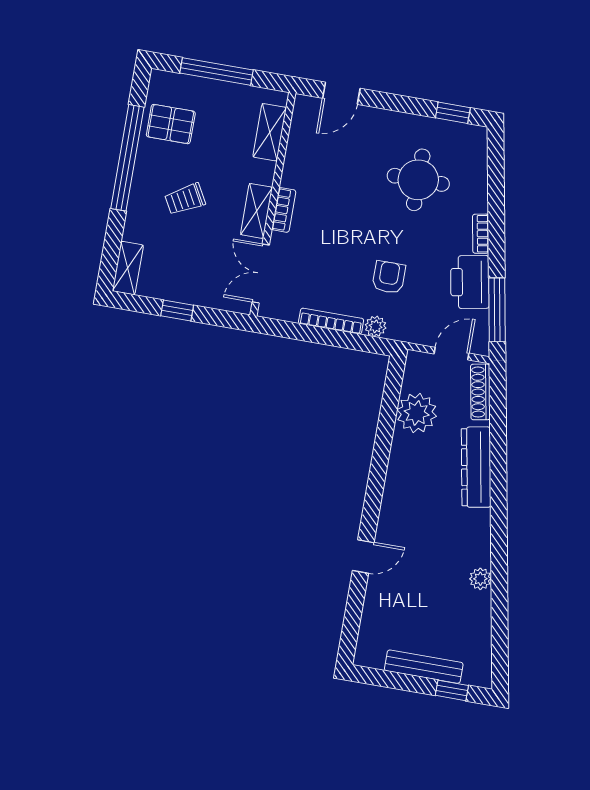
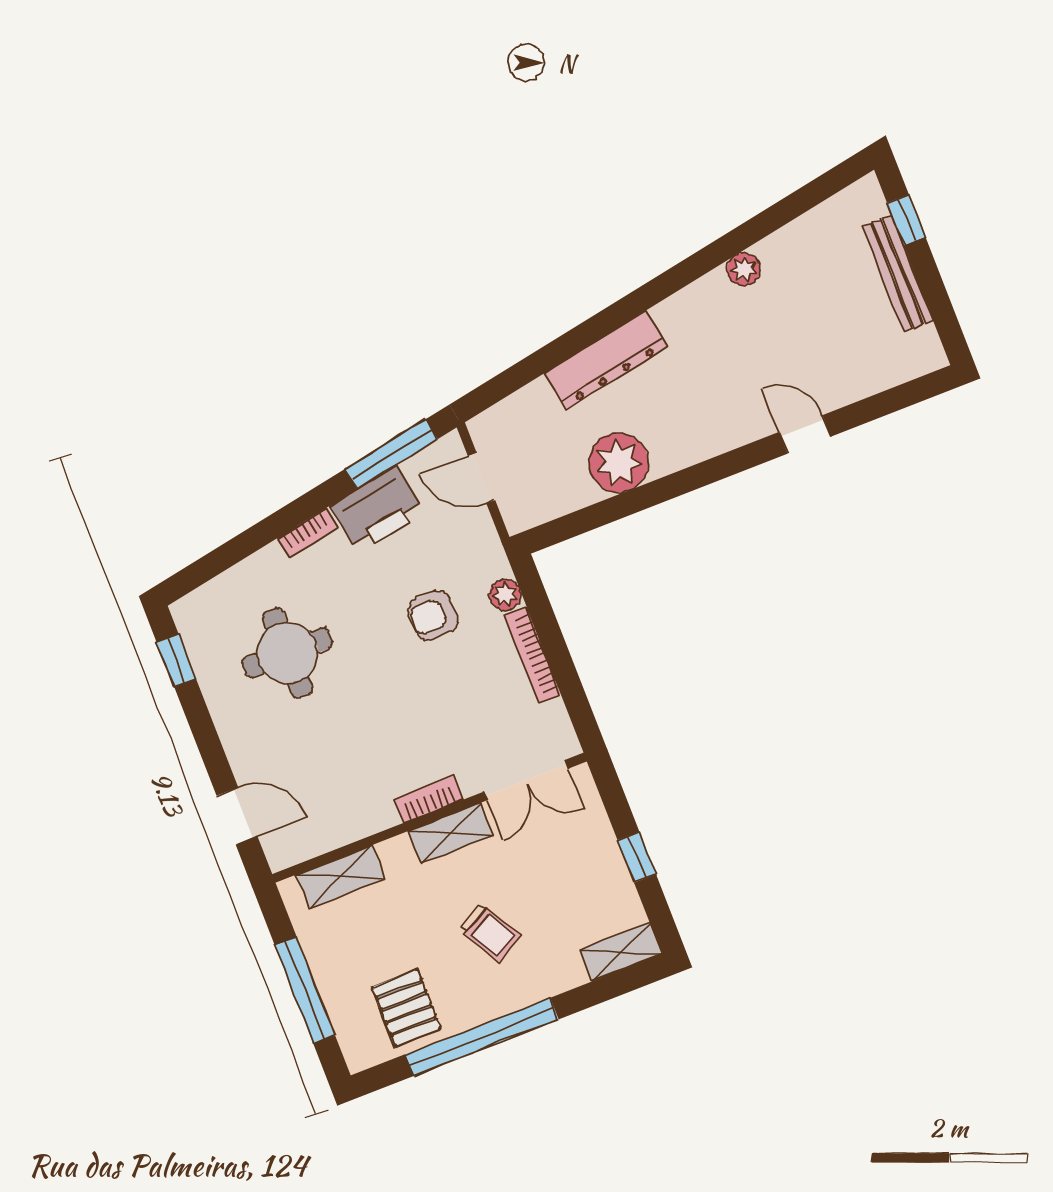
shoe rack: (480, 392) -> (508, 412), removed
plant: (417, 413) -> (619, 463), moved

